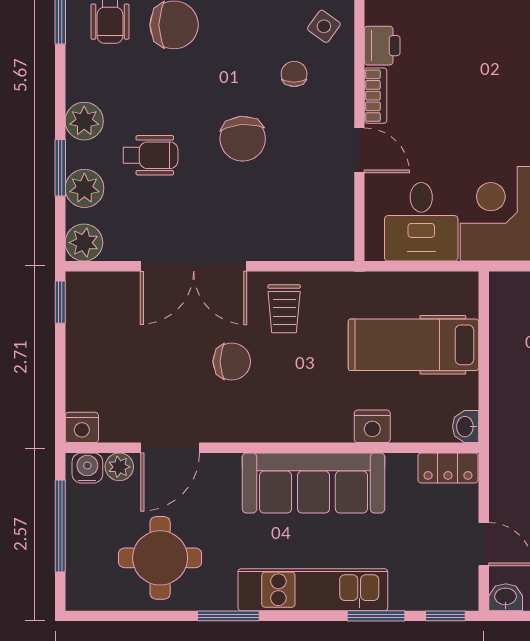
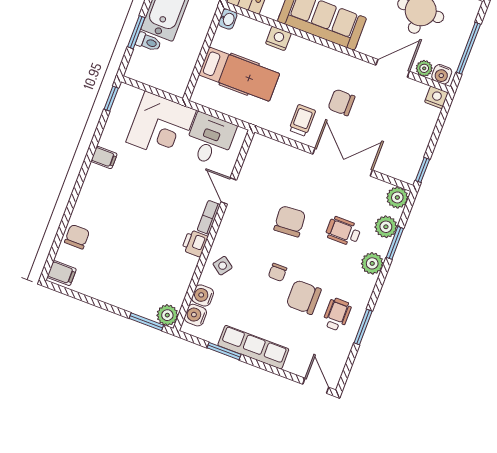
chair: (294, 74) -> (278, 272), moved

